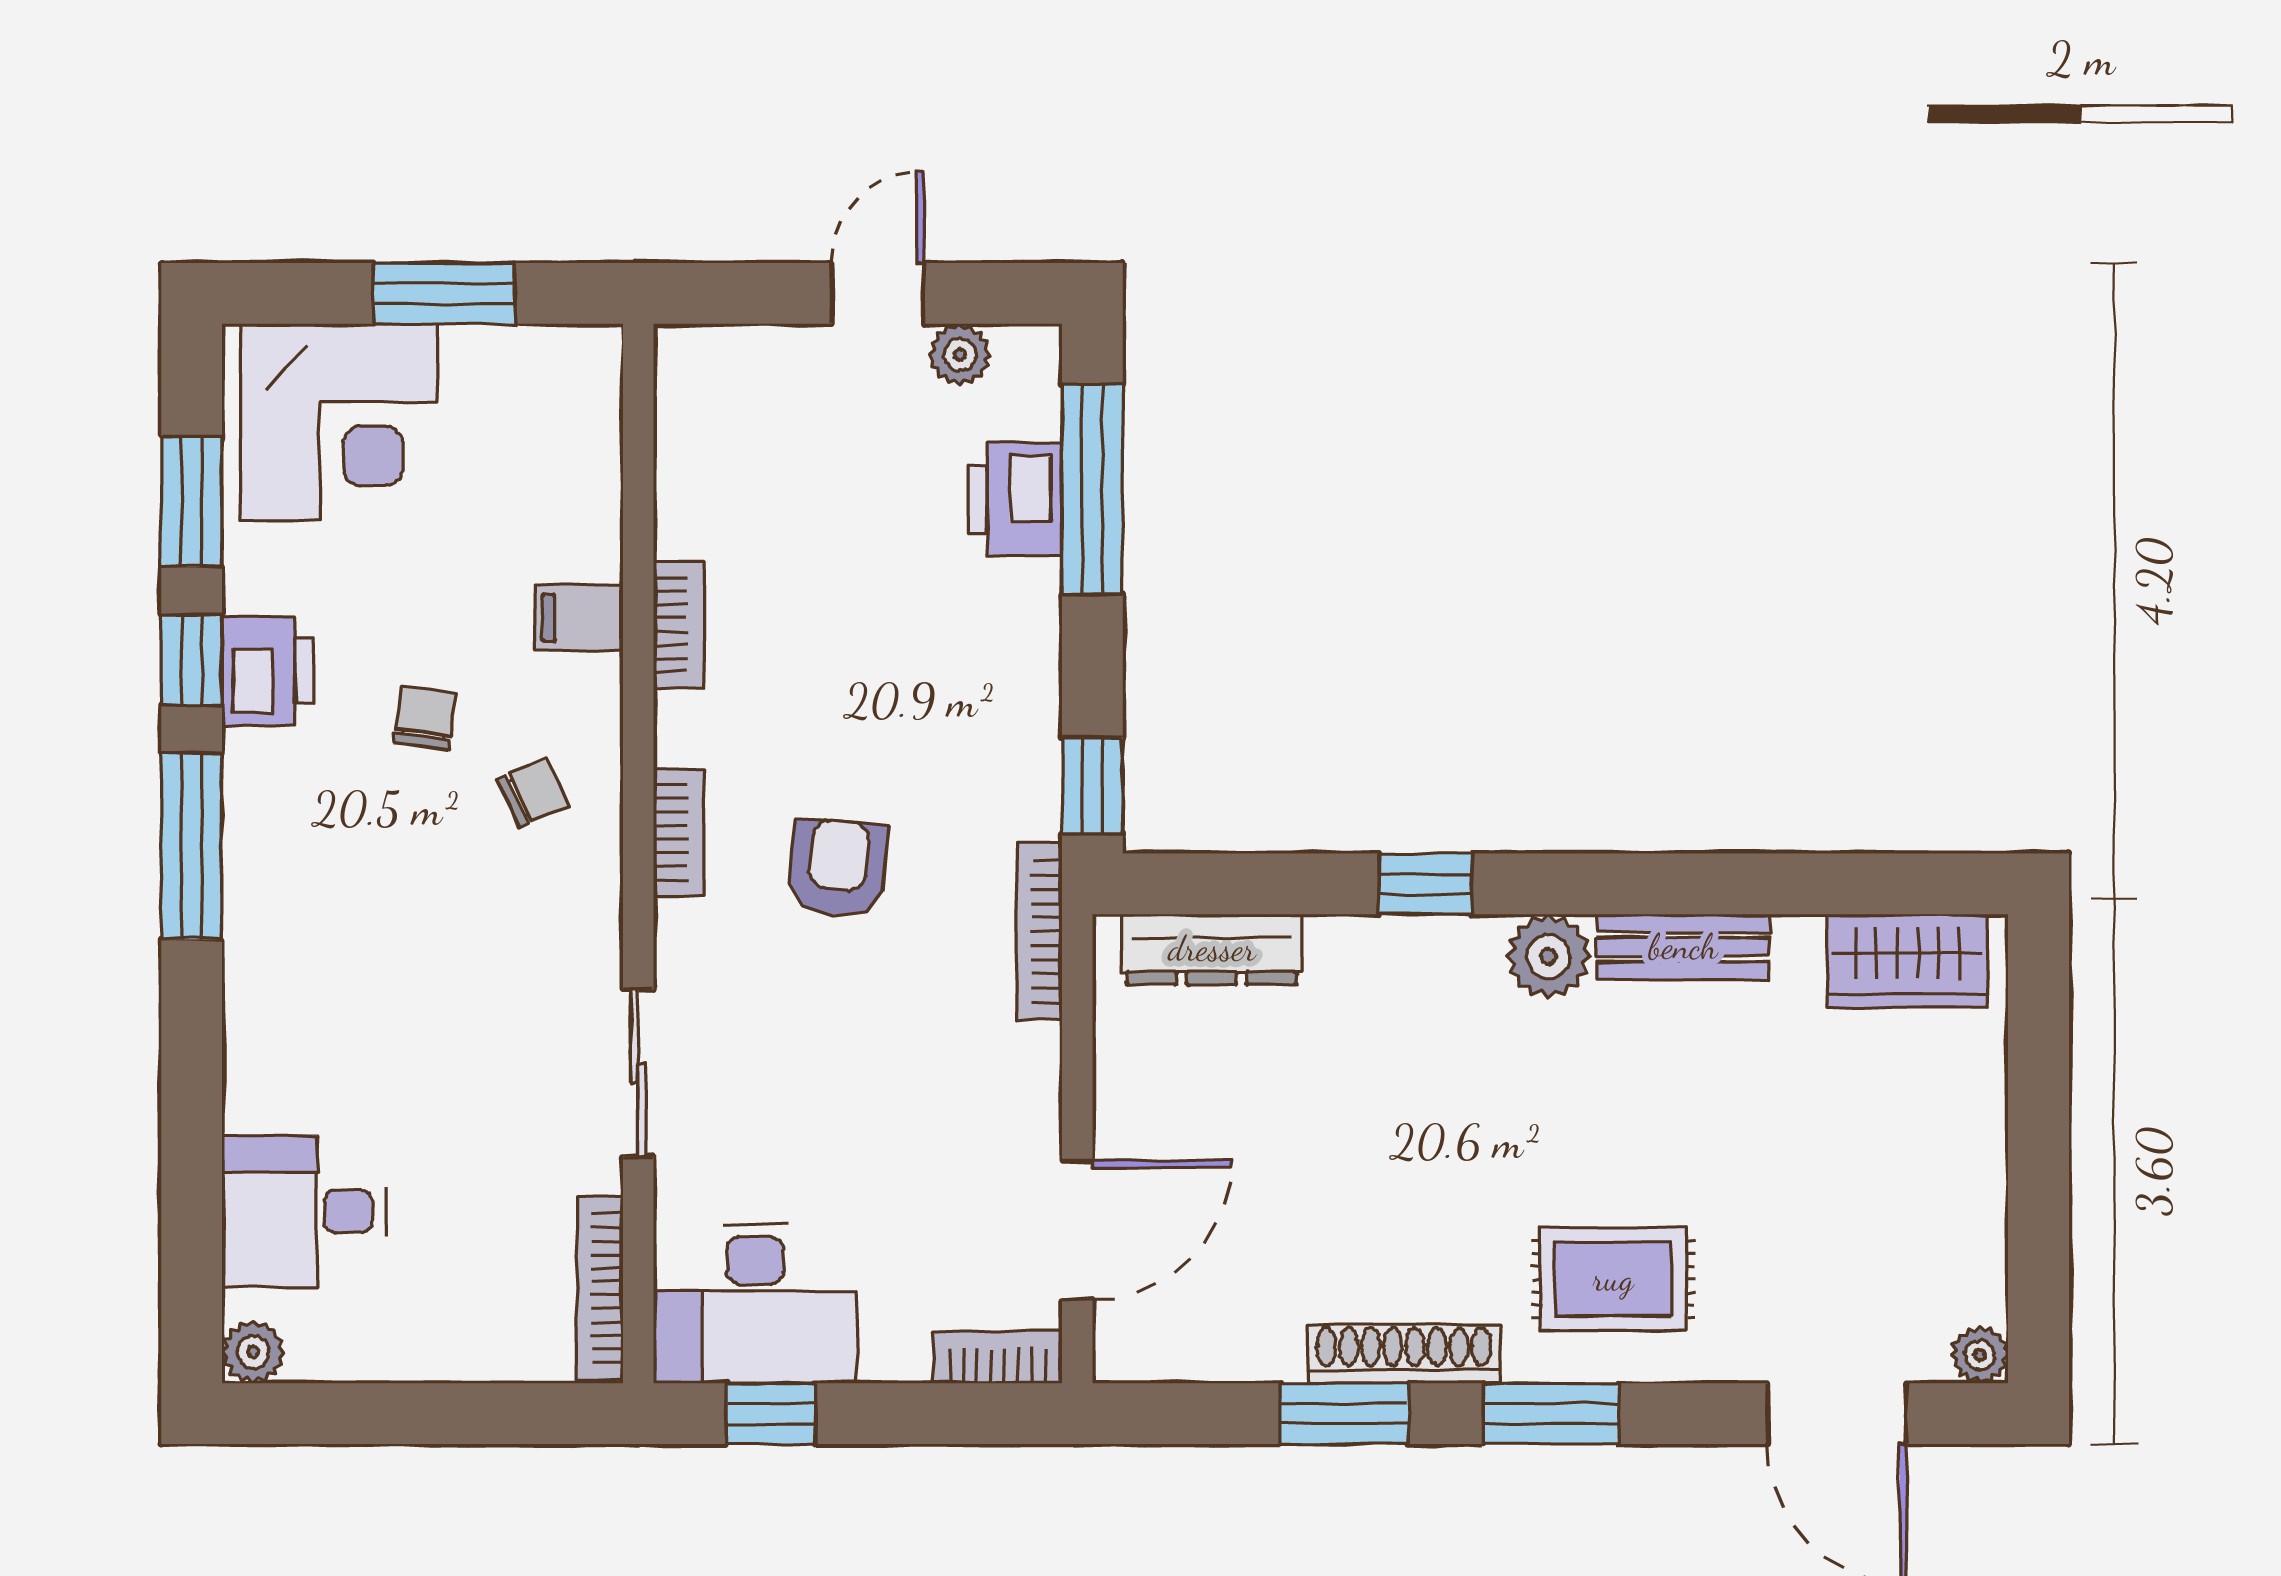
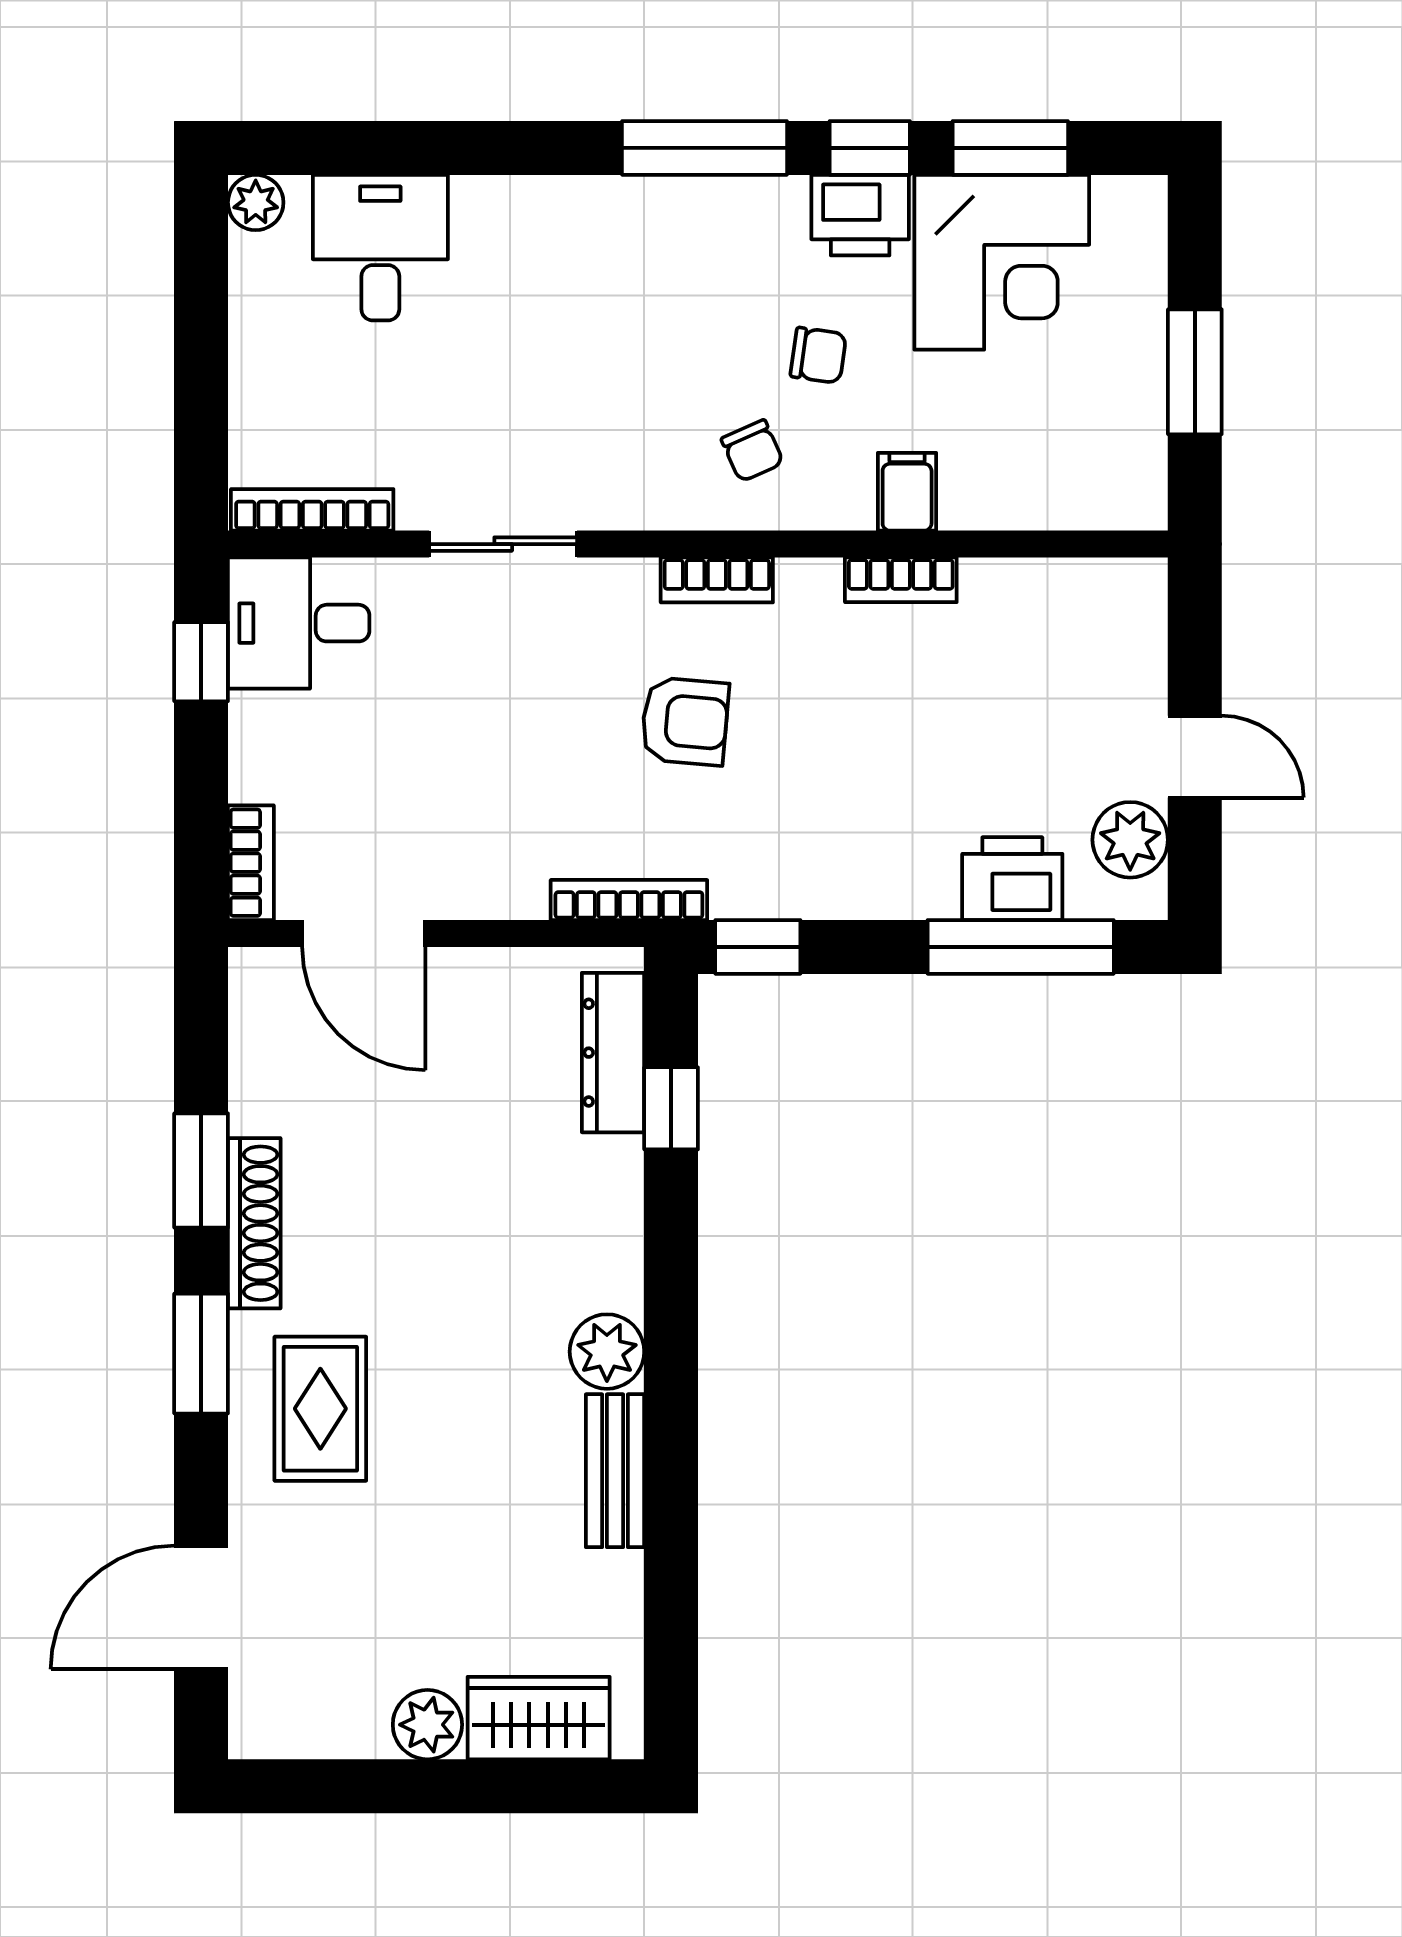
plant: (960, 355) -> (1130, 840), width x1.38, depth x1.38
corner desk: (339, 422) -> (1002, 262), moved, turned -90
window: (1426, 884) -> (671, 1108), moved
wardrobe: (1907, 961) -> (539, 1718), moved, turned 90
desk: (755, 1304) -> (299, 623), width x0.73
plant: (1980, 1355) -> (427, 1725), moved, width x1.38, depth x1.38

